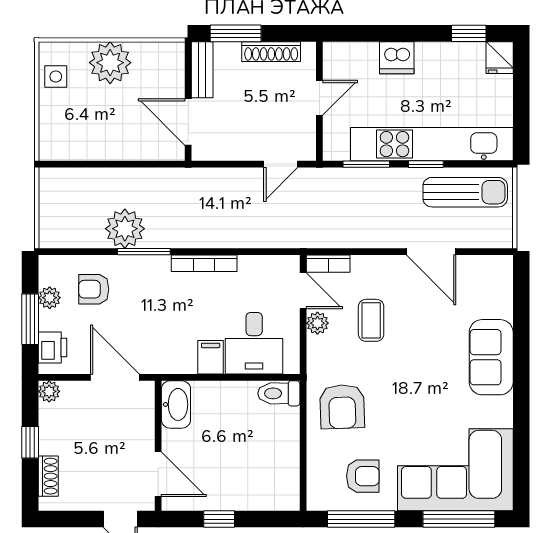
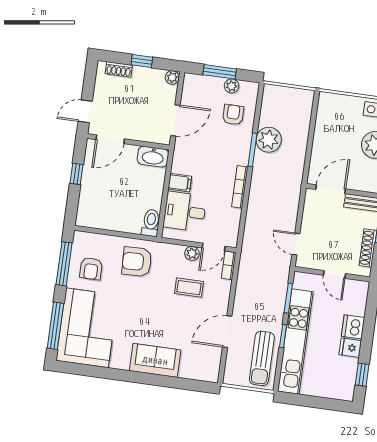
fridge: (500, 58) -> (350, 348), moved
printer: (53, 348) -> (200, 83), removed

